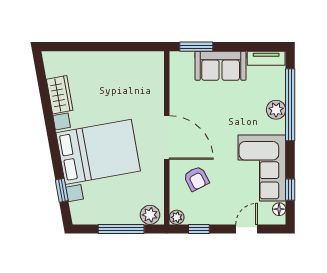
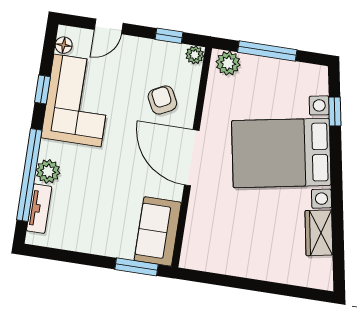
tv unit: (266, 58) -> (39, 209), moved, turned 90
sofa: (221, 66) -> (158, 231), moved, turned -90
window: (290, 190) -> (42, 89), moved

